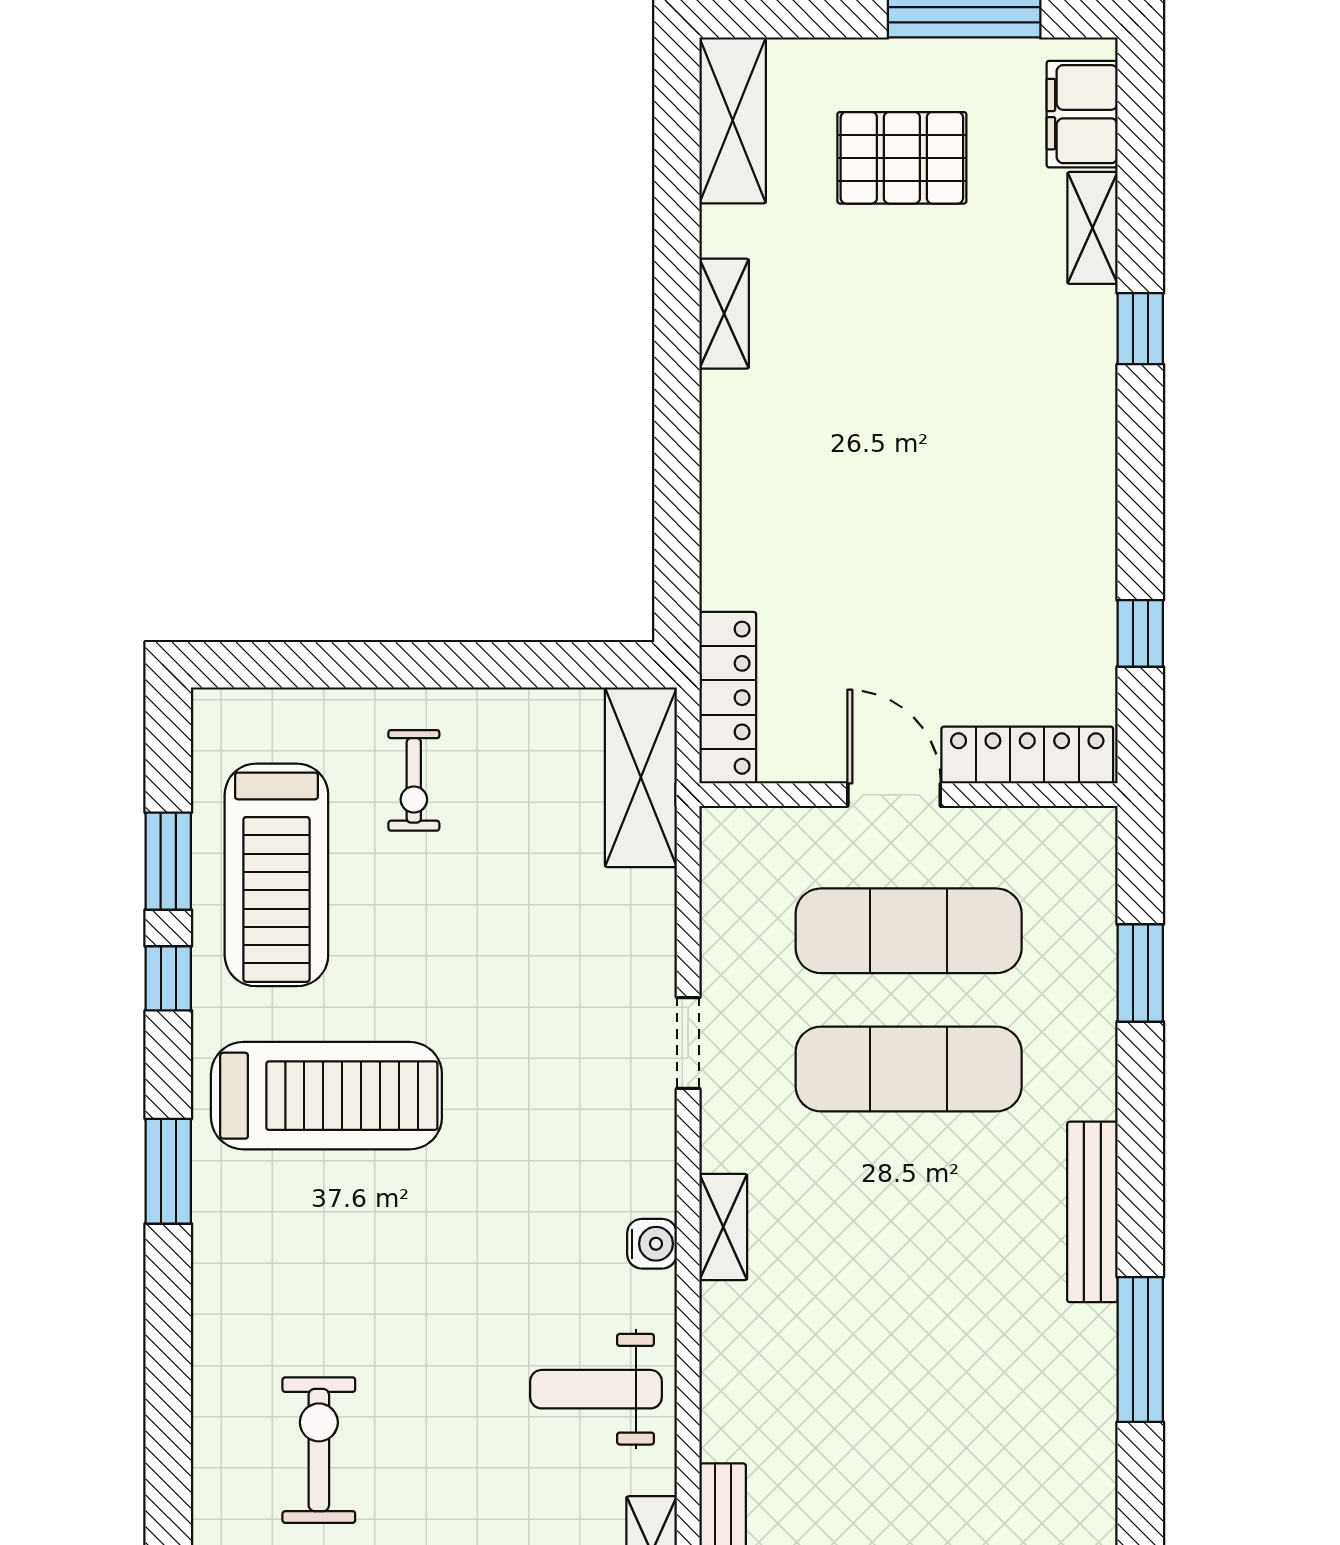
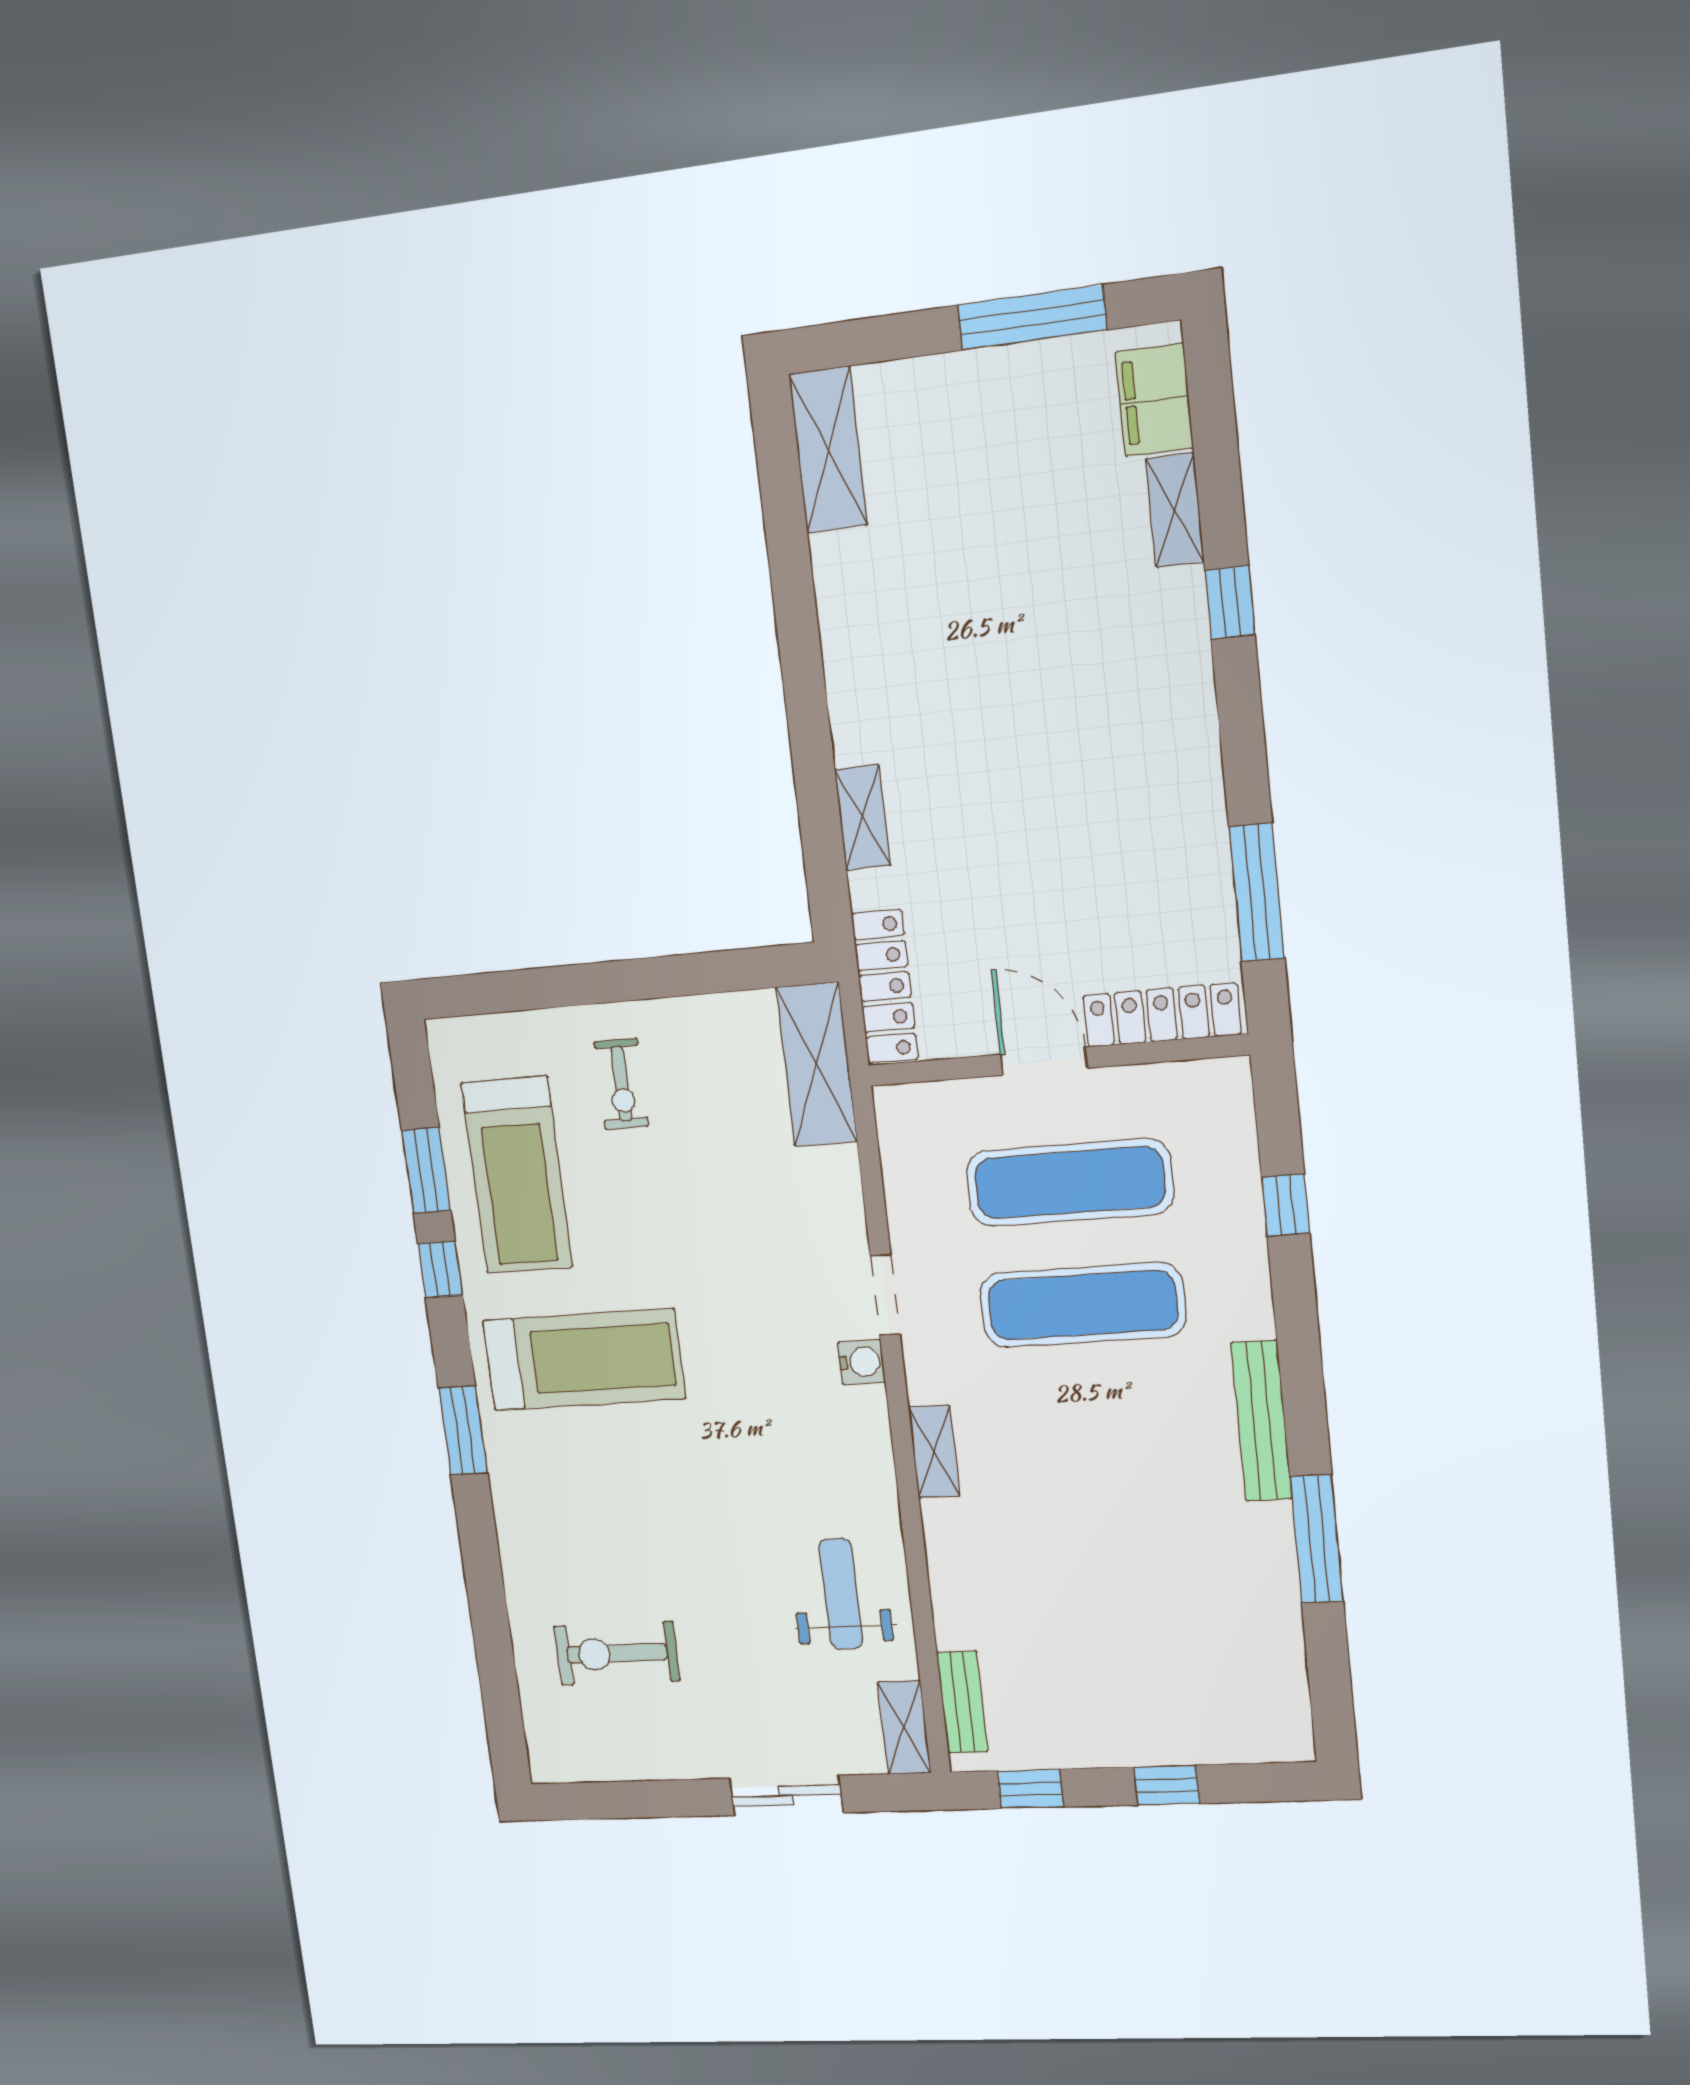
pallet: (902, 158) -> (988, 465), removed
shelving: (724, 314) -> (862, 817), moved
window: (1140, 633) -> (1257, 893), width x2.17
window: (1140, 973) -> (1286, 1205), width x0.67
water cooler: (652, 1244) -> (861, 1362), moved
weight bench: (596, 1389) -> (841, 1594), turned 90
exercise bike: (319, 1450) -> (617, 1653), turned -90

